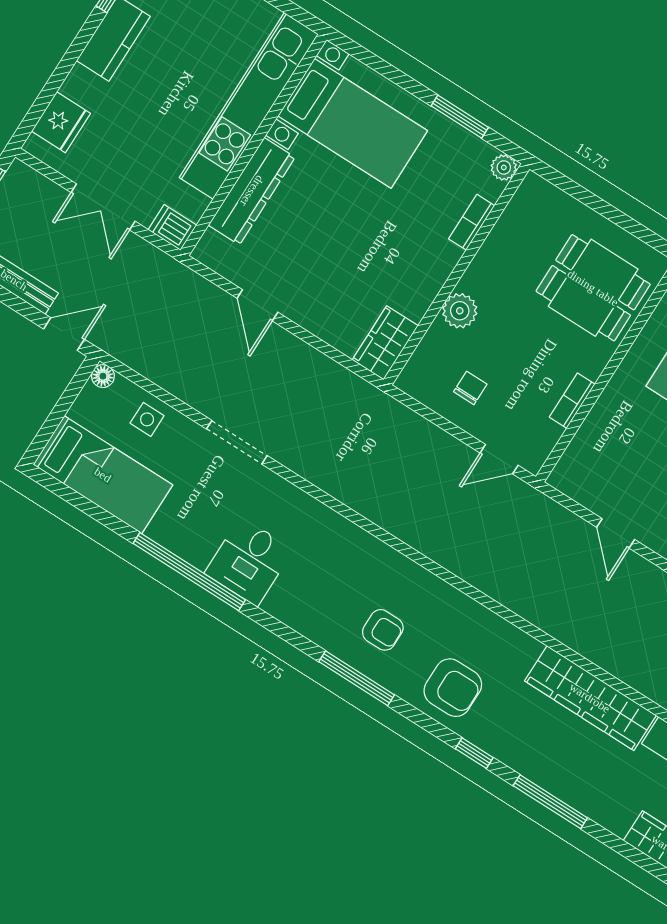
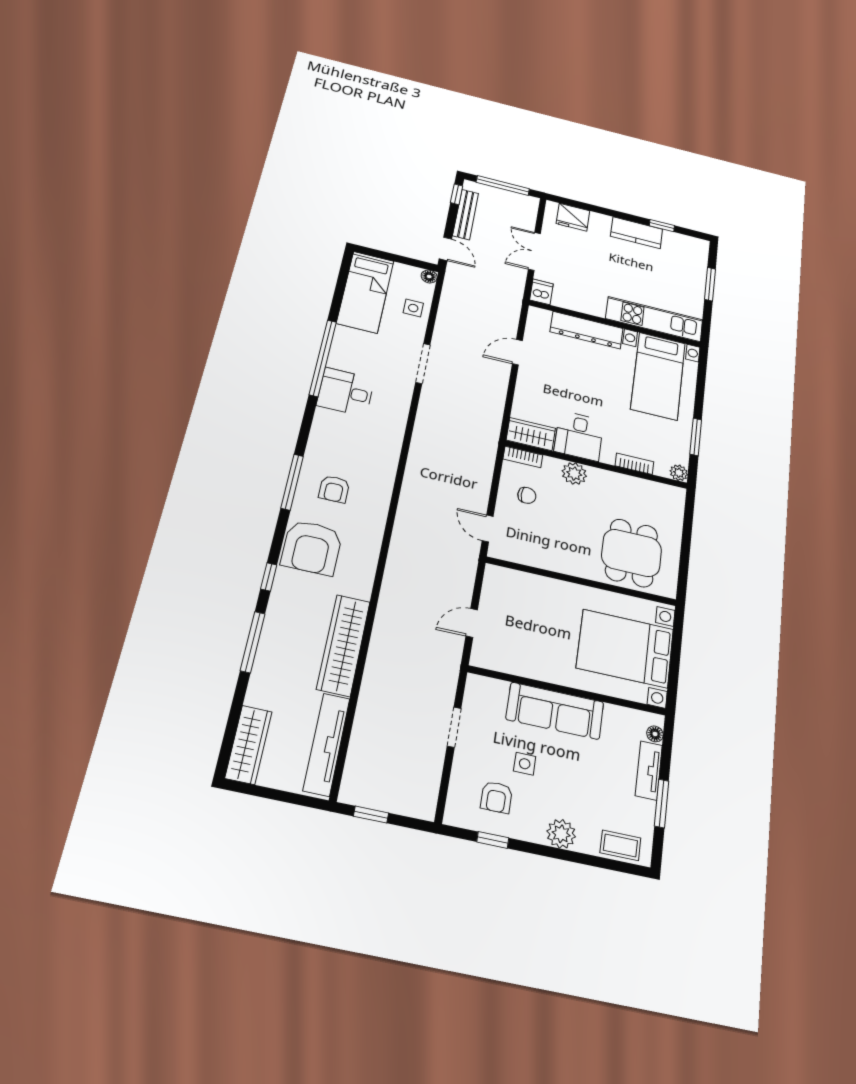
kitchen unit: (249, 106) -> (654, 319), width x0.73
desk: (408, 279) -> (579, 436), added
bookcase: (572, 401) -> (523, 457), moved, turned 180
armchair: (453, 688) -> (312, 547), width x1.36, depth x1.36

